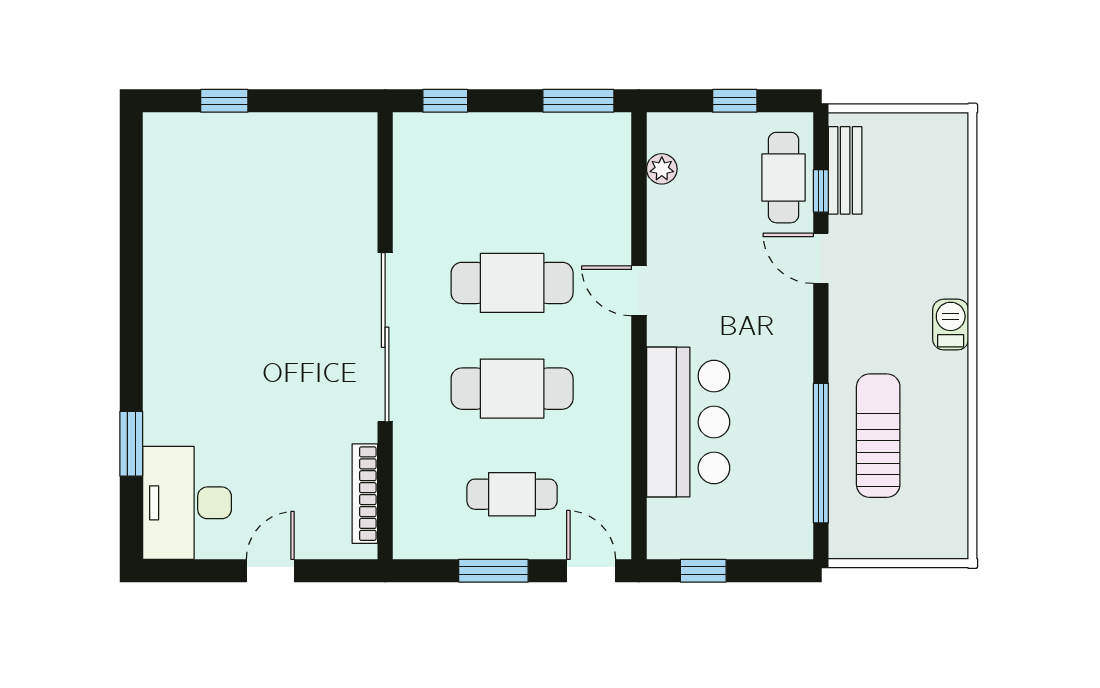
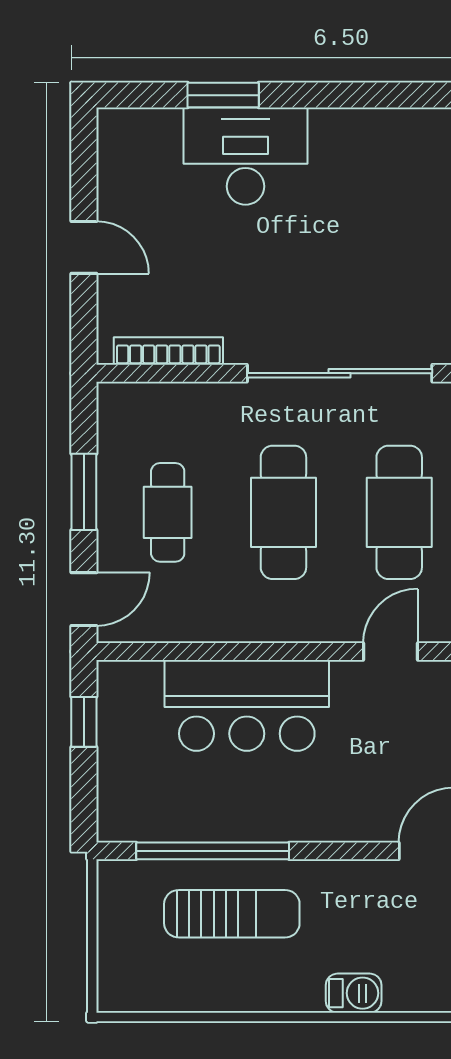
desk: (187, 503) -> (245, 156), moved

